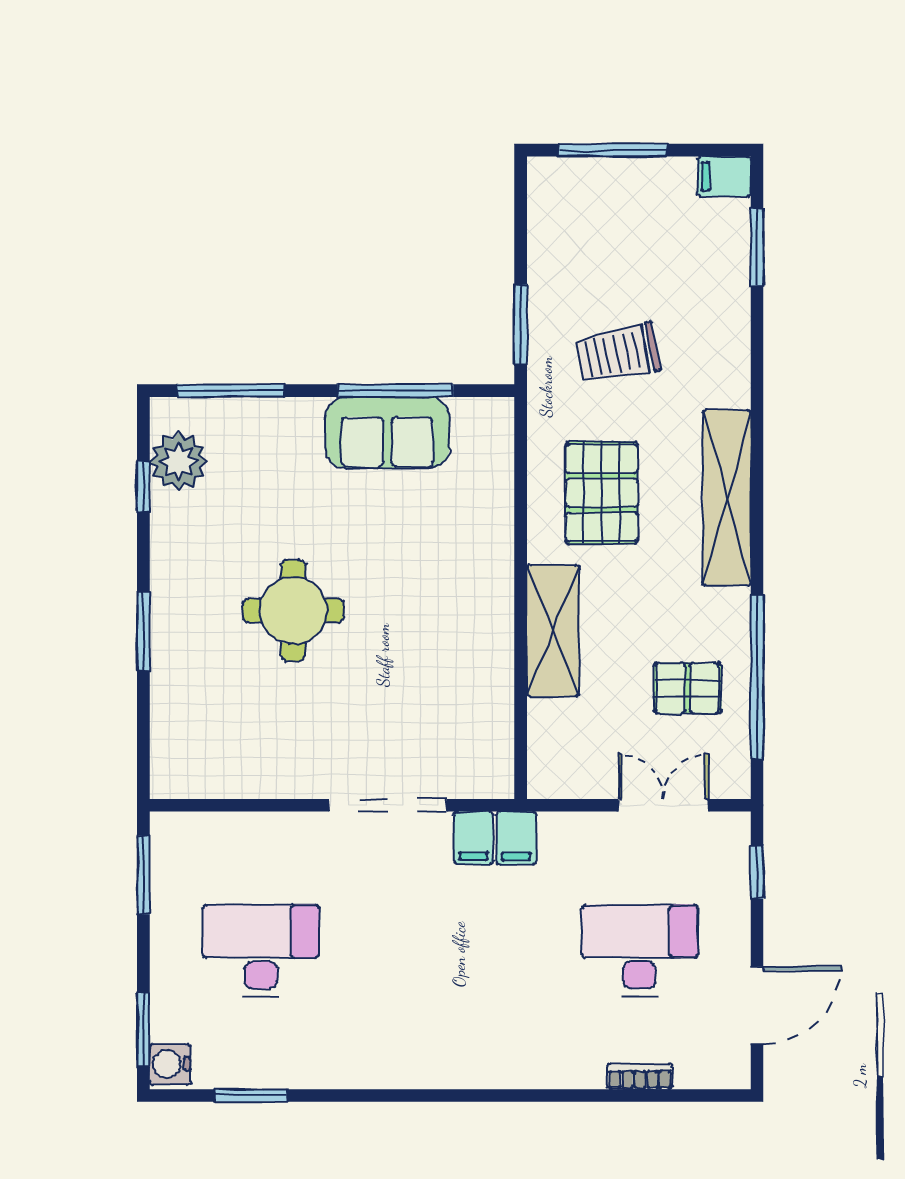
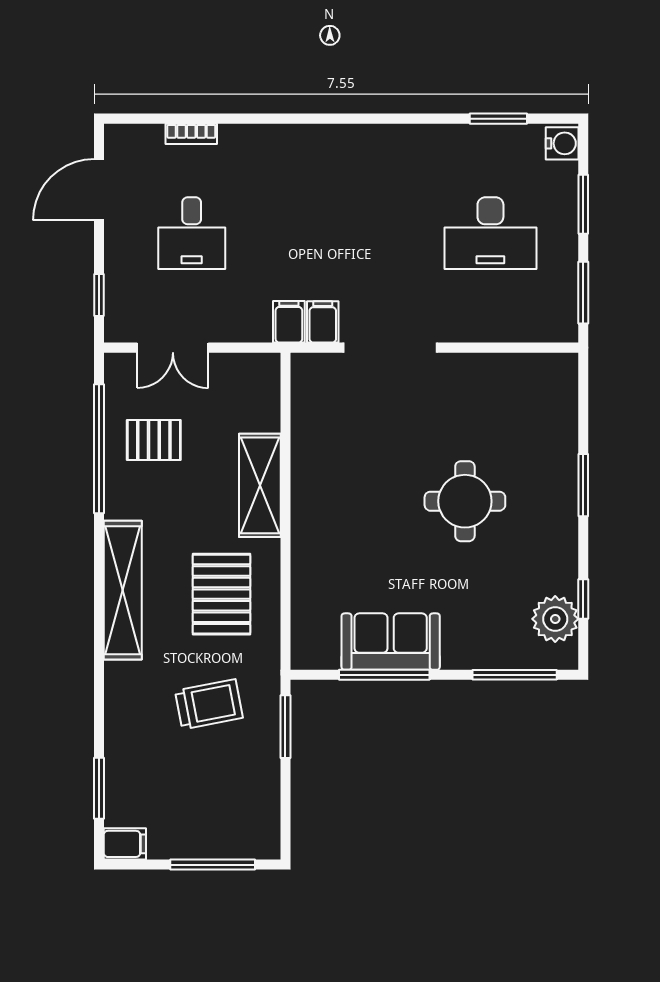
desk: (639, 950) -> (192, 233), width x0.73
window: (143, 1029) -> (583, 204), moved

